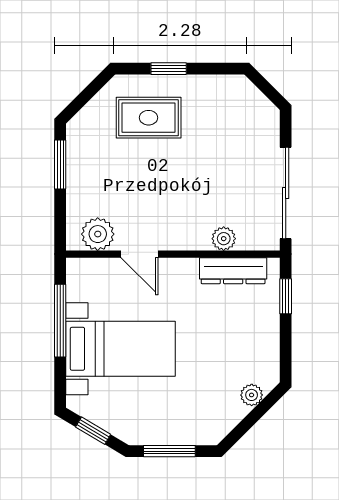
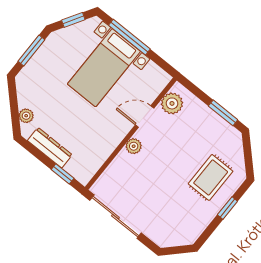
plant: (224, 239) -> (134, 146), moved
dresser: (233, 271) -> (50, 148), moved, turned 90
window: (60, 321) -> (129, 37), moved

